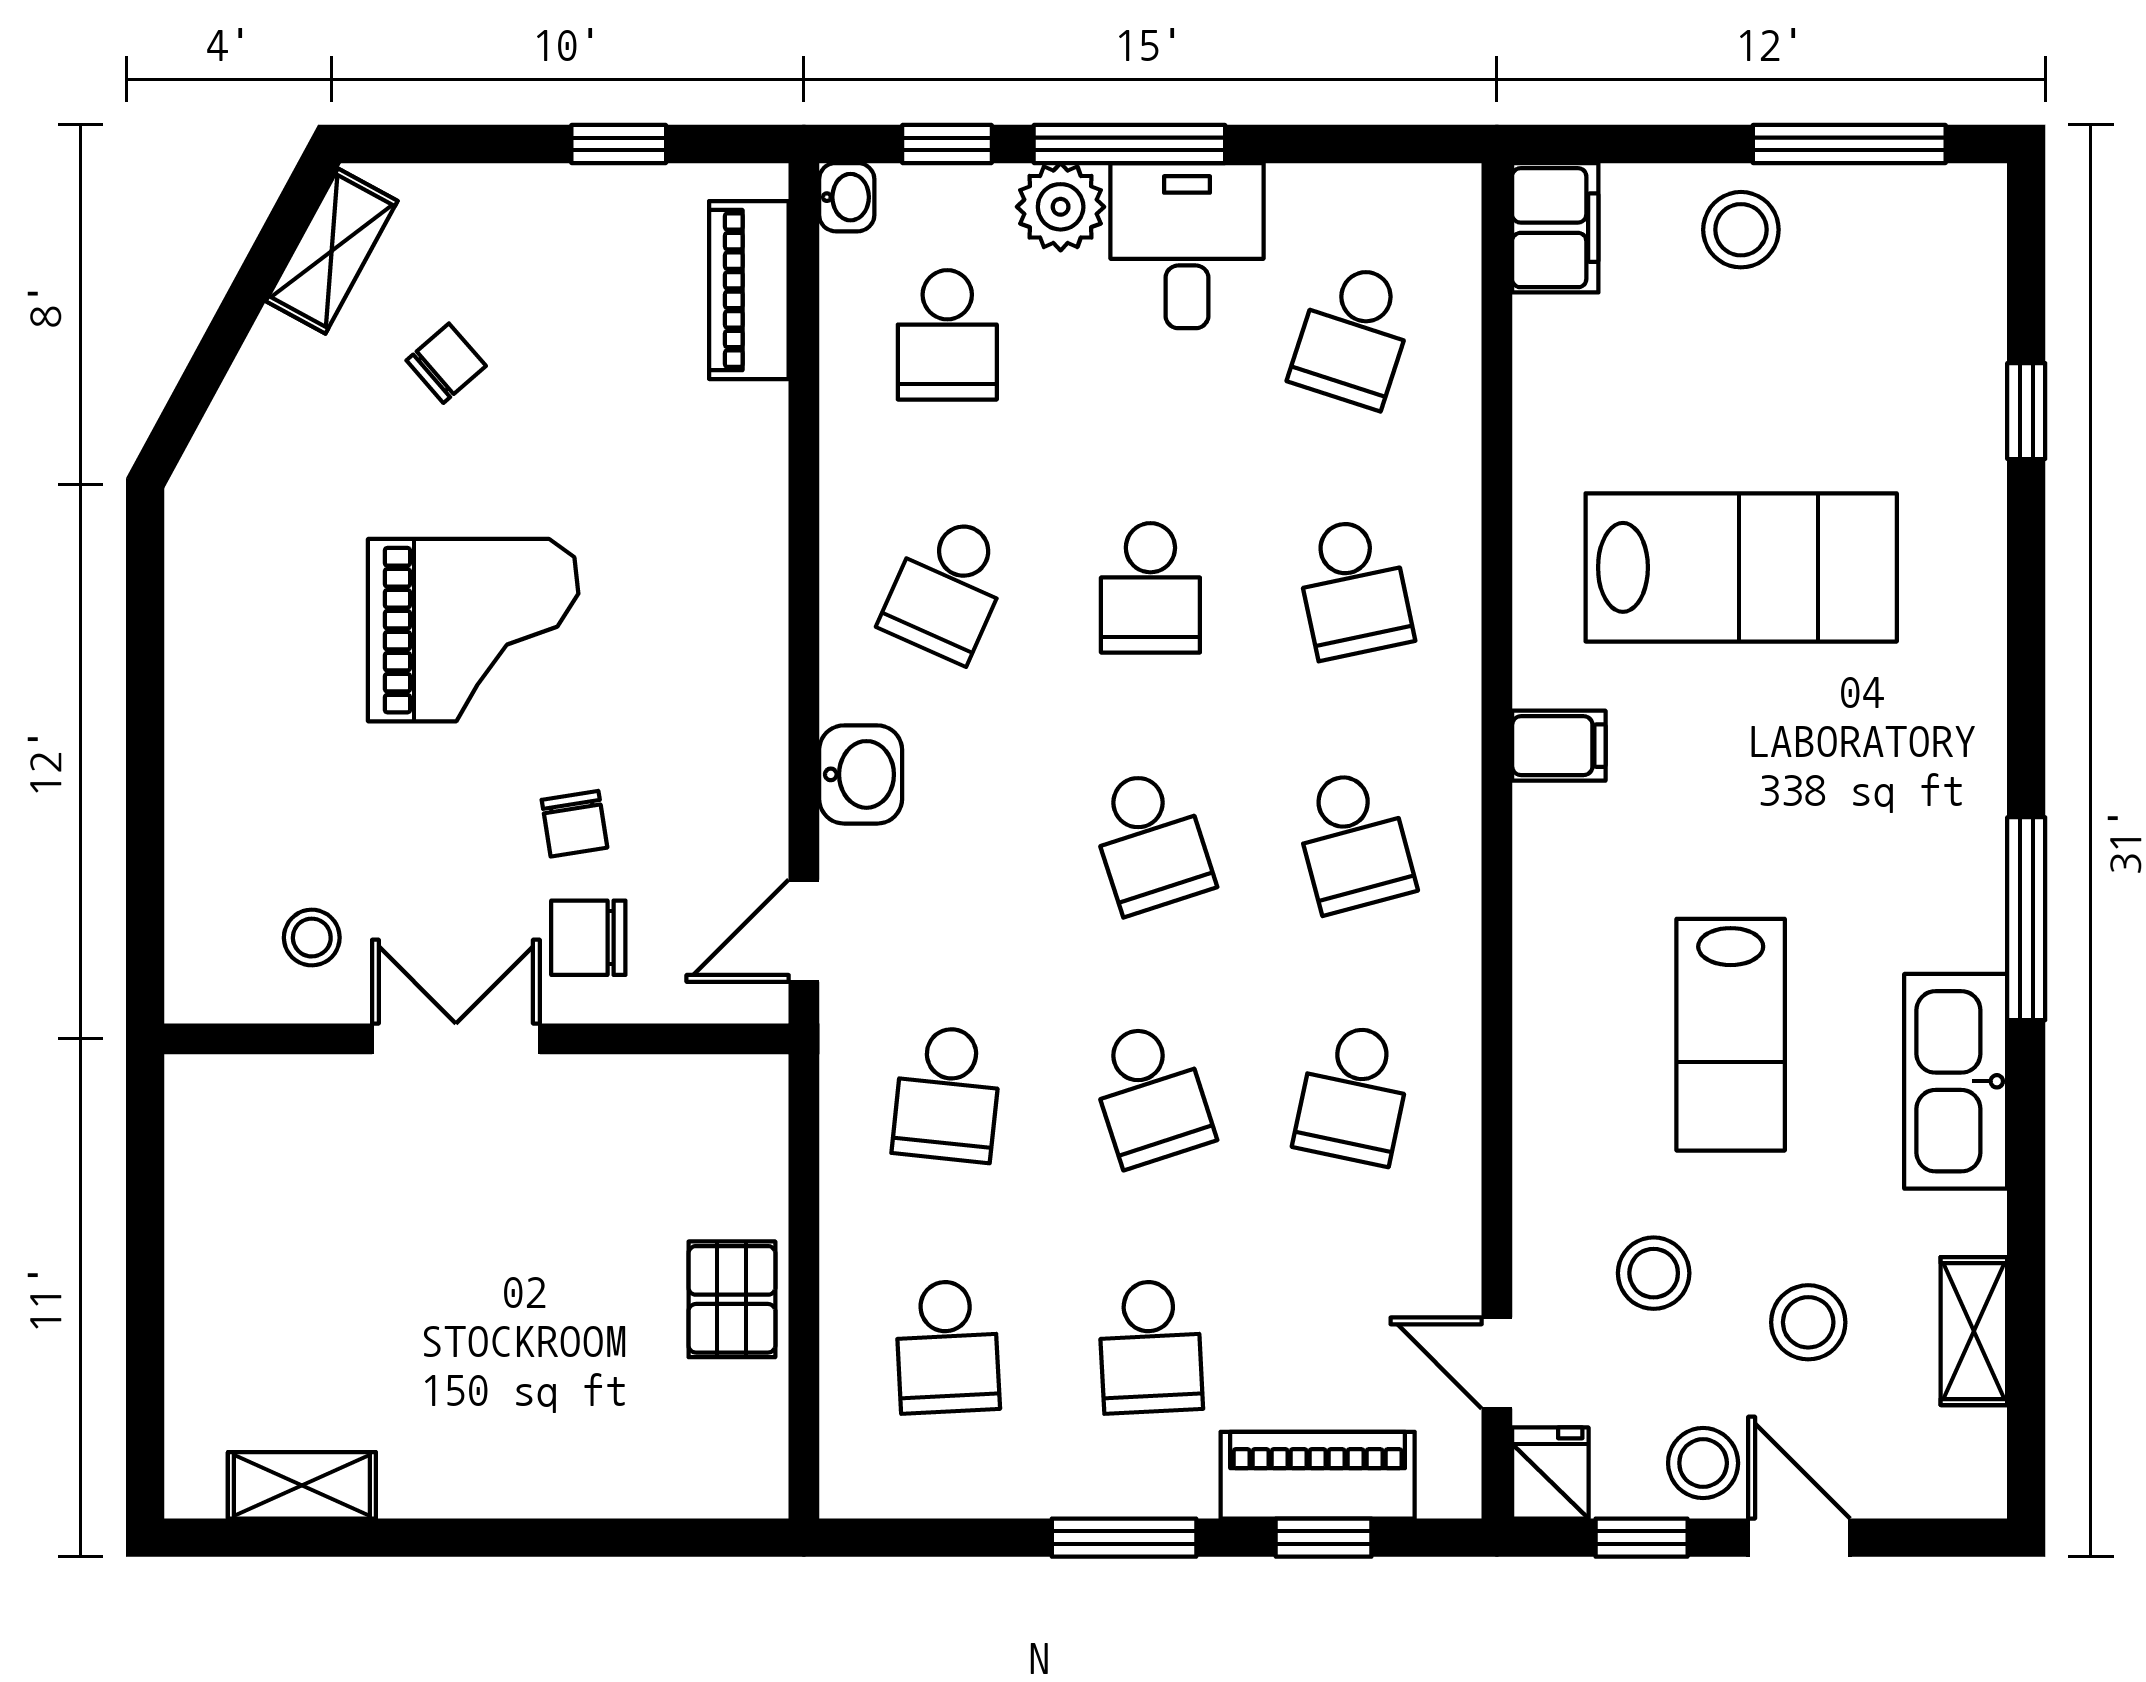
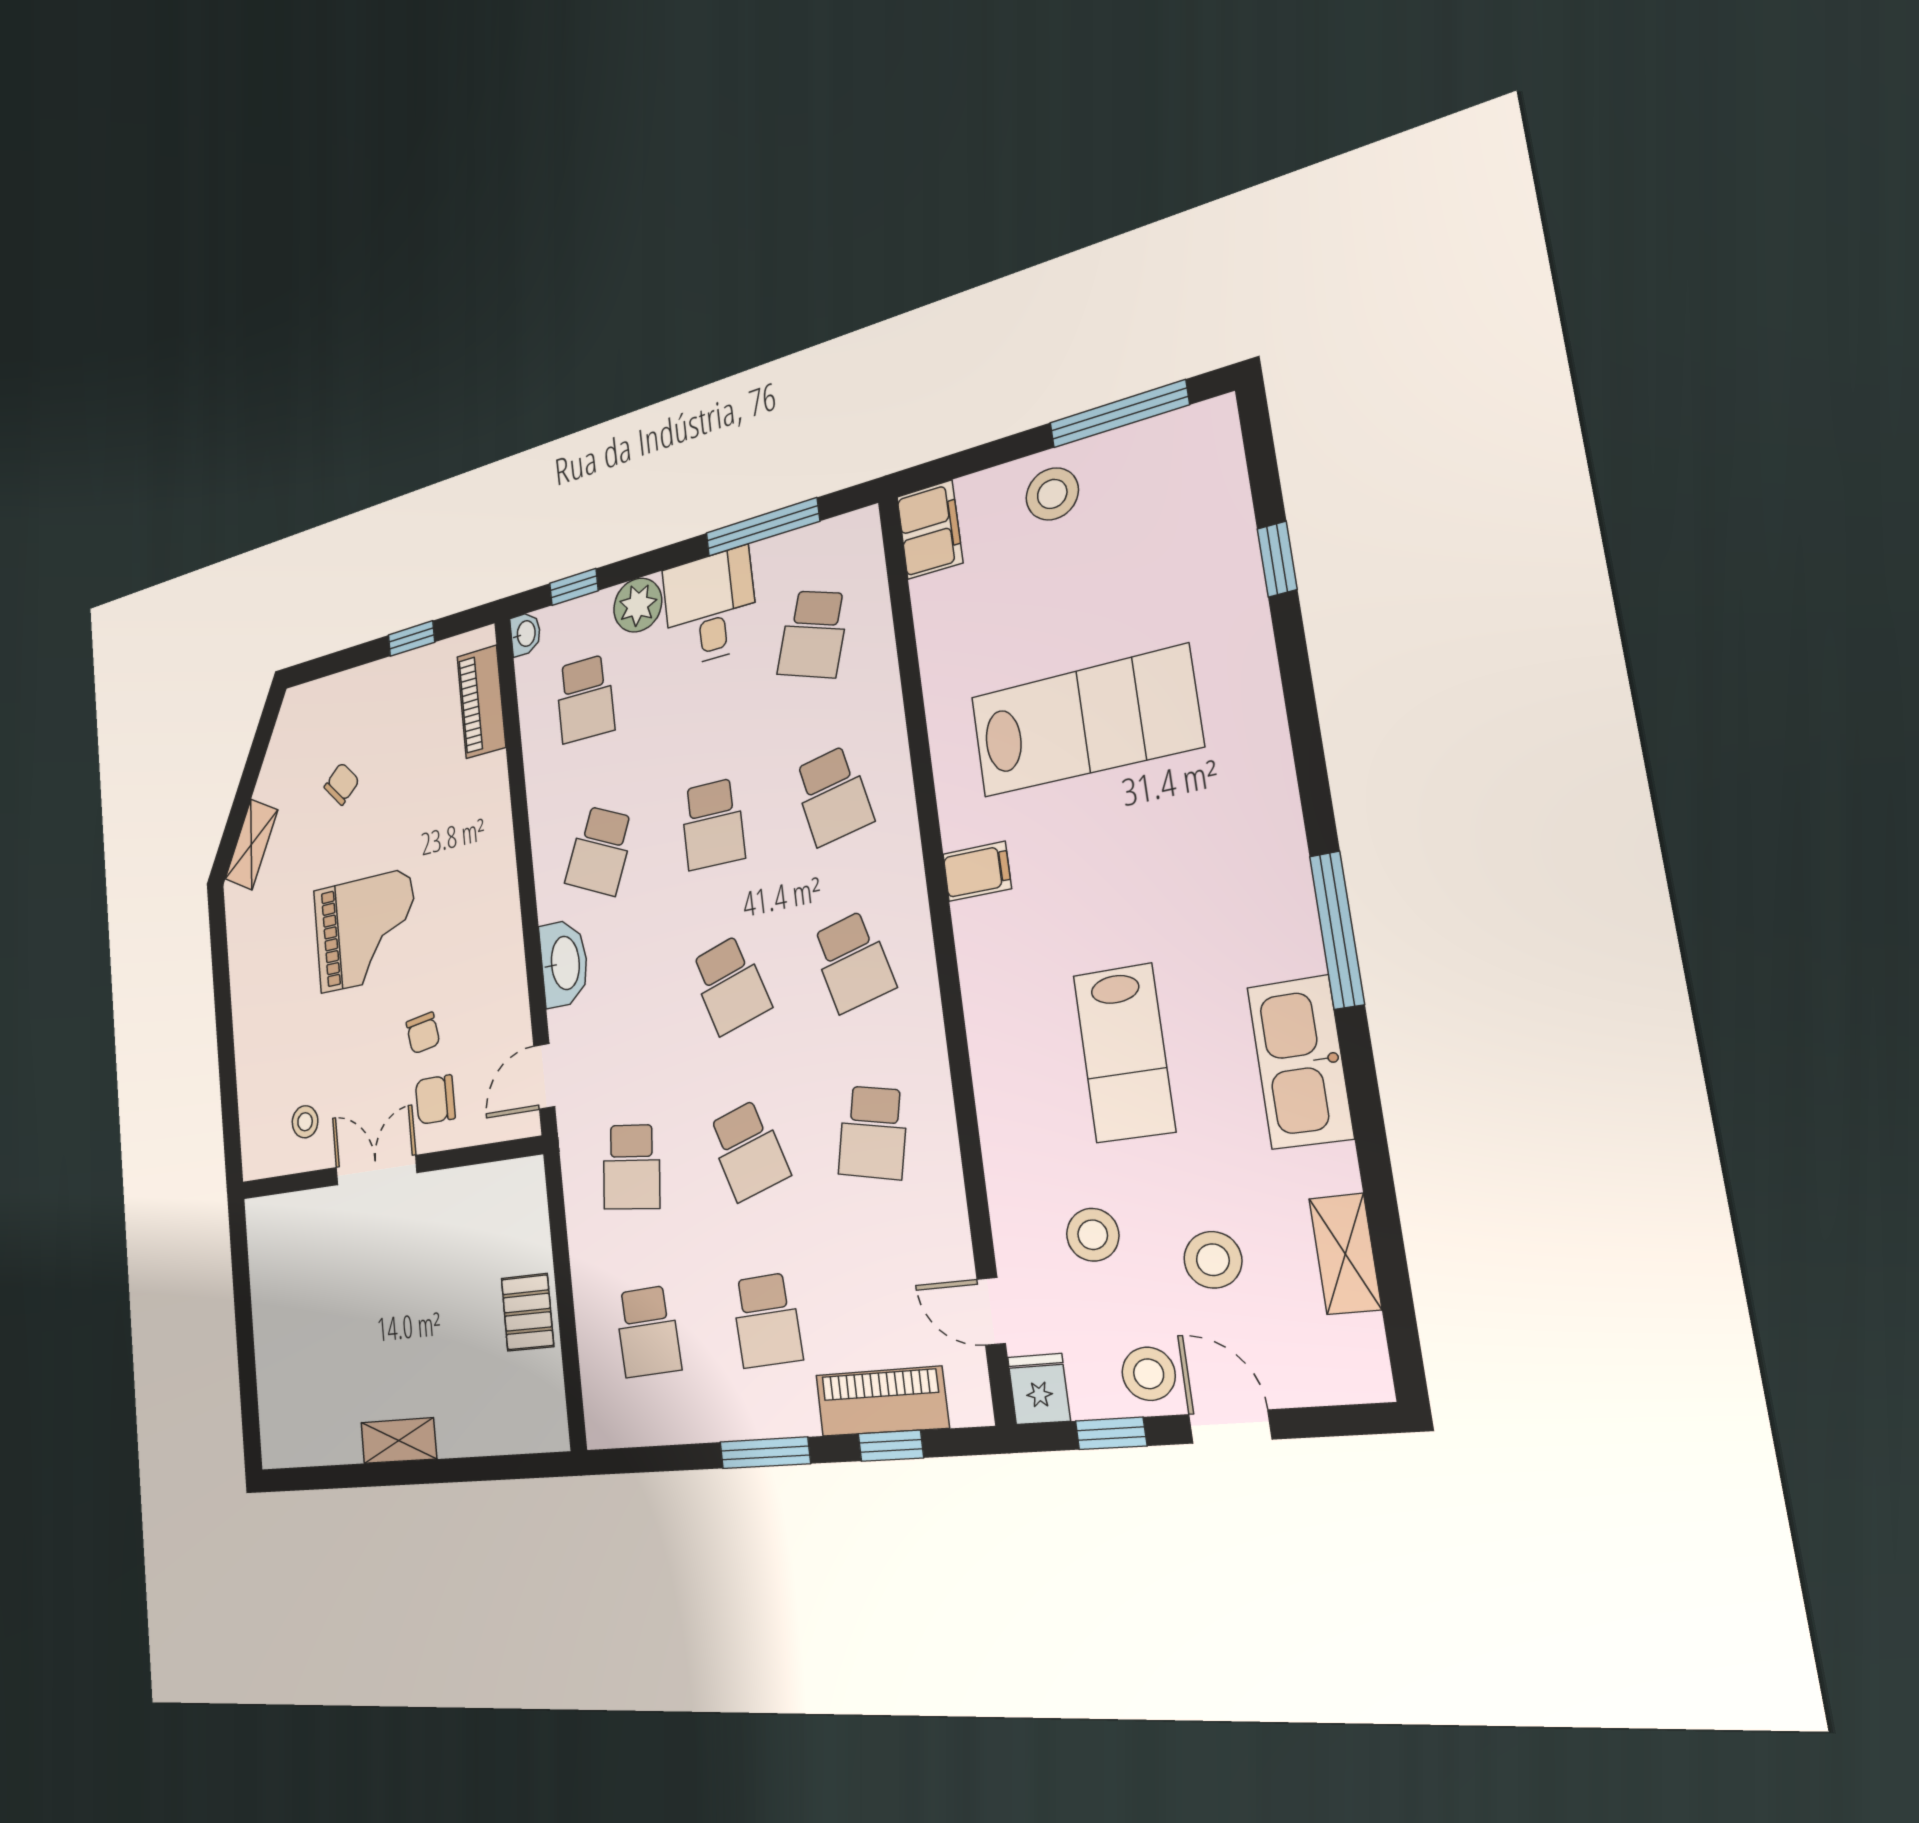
window: (1129, 144) -> (762, 527), moved
shelving: (332, 251) -> (251, 845), moved
washbasin: (861, 774) -> (564, 963), width x1.38
shelving: (302, 1485) -> (399, 1441), moved

